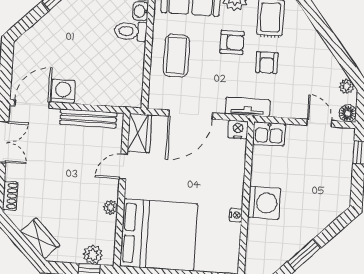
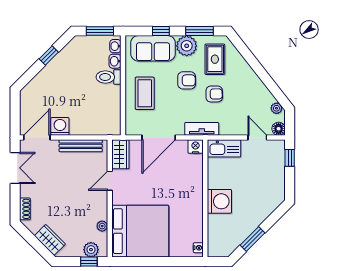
armchair: (267, 63) -> (214, 94), turned -91
kitchen sink: (269, 134) -> (224, 148), width x1.38
plant: (111, 207) -> (102, 226), moved
nightstand: (236, 215) -> (198, 248), moved

